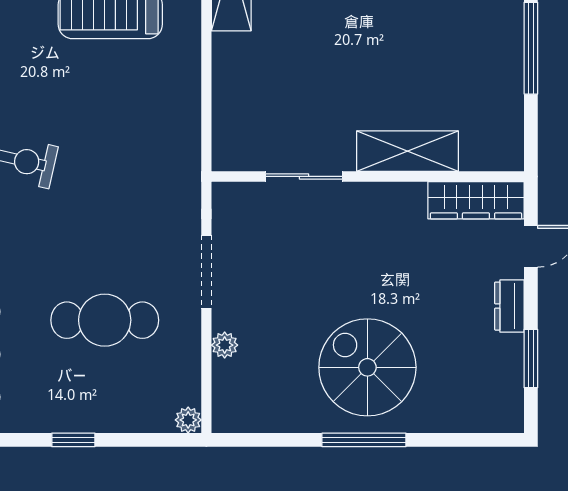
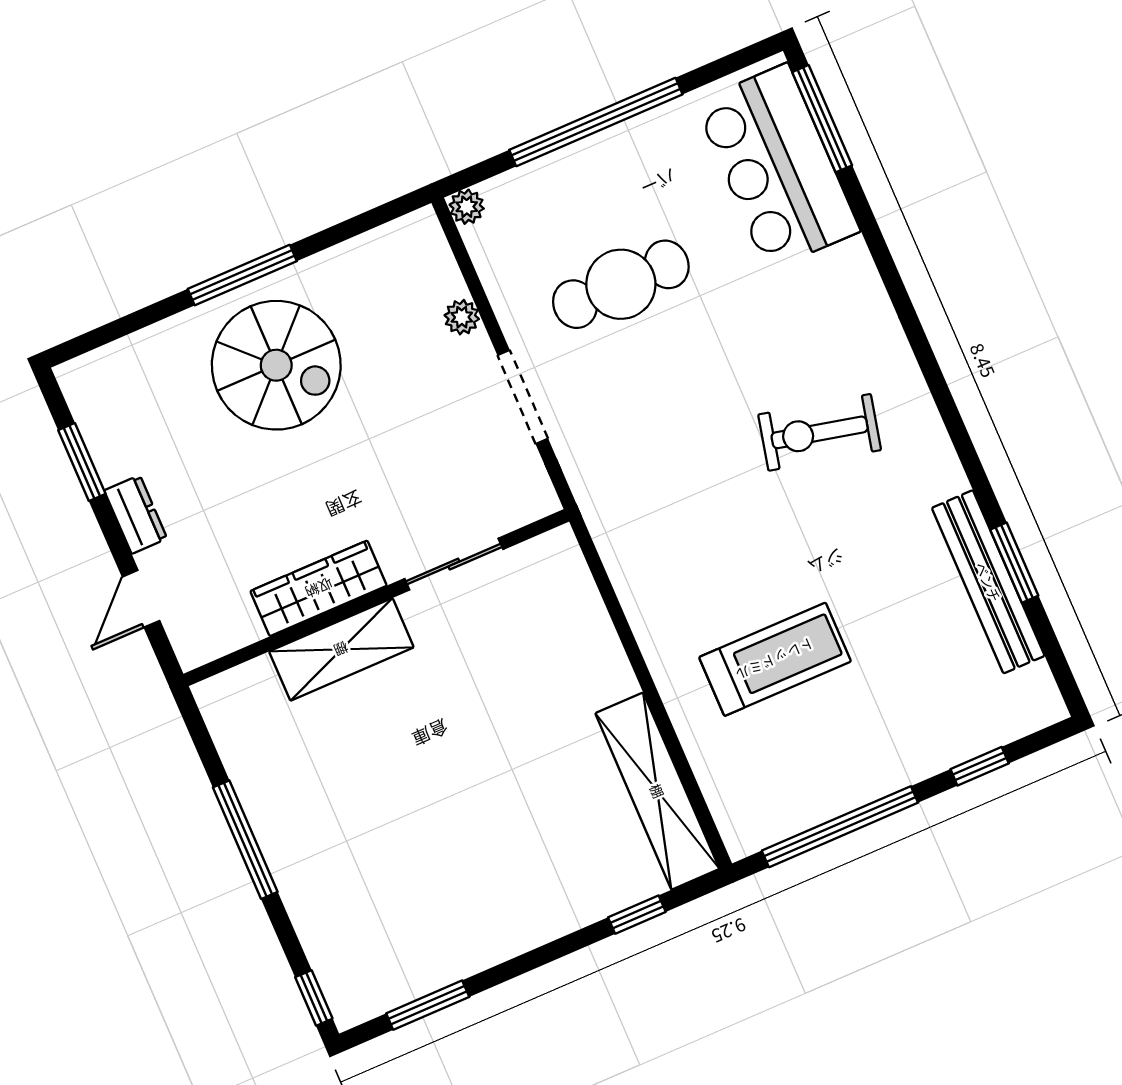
wardrobe: (476, 200) -> (319, 588), moved
window: (73, 440) -> (596, 122), width x3.17

